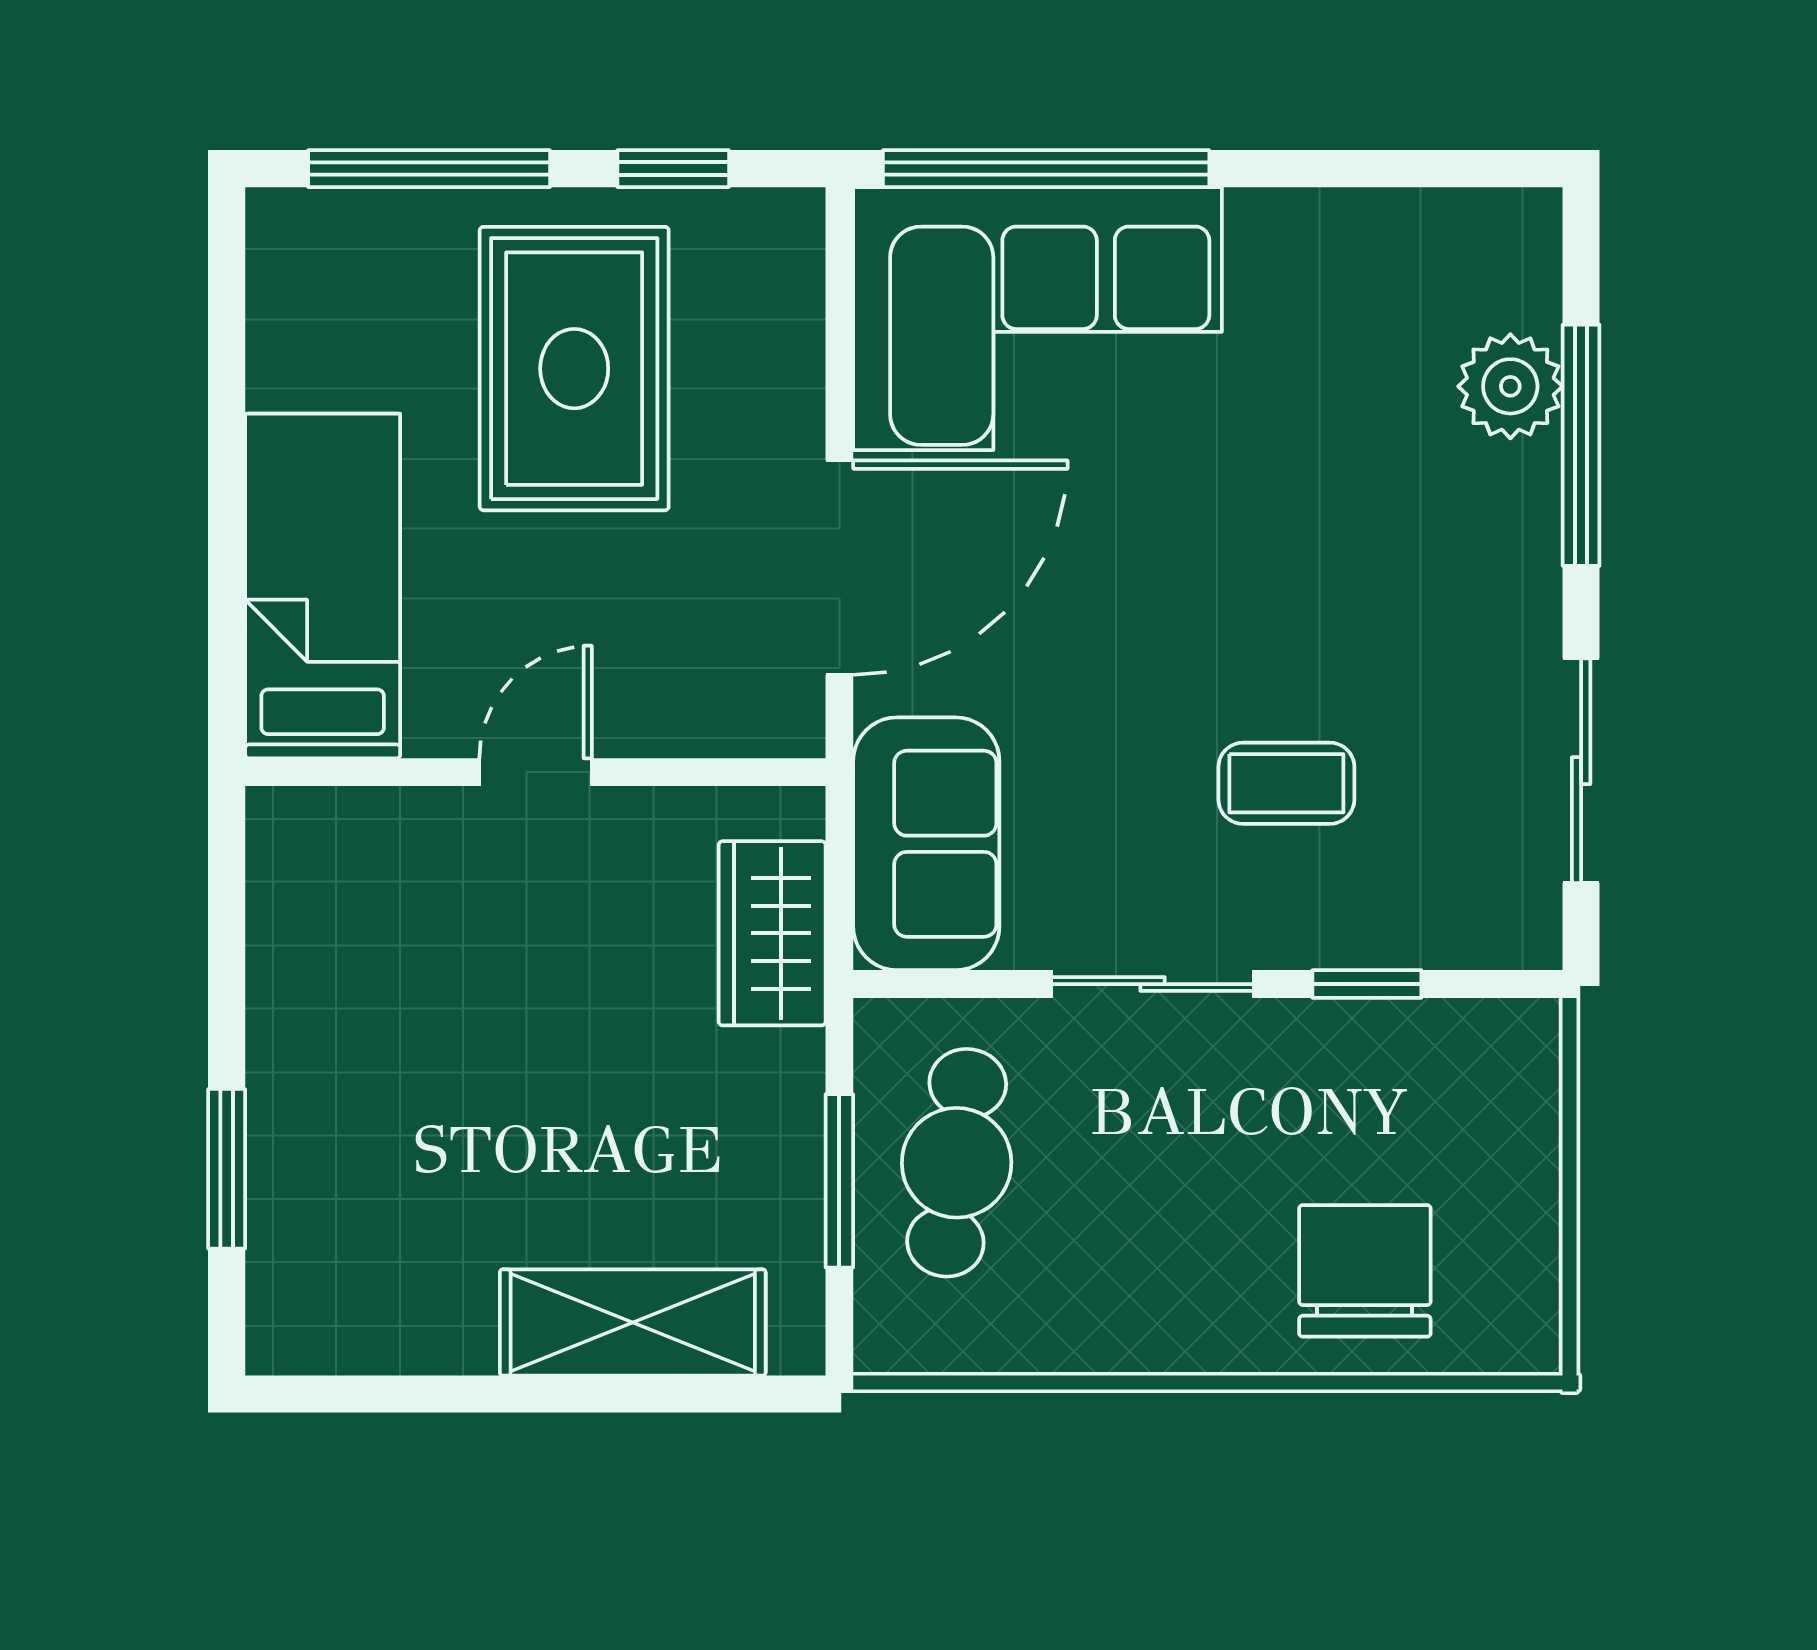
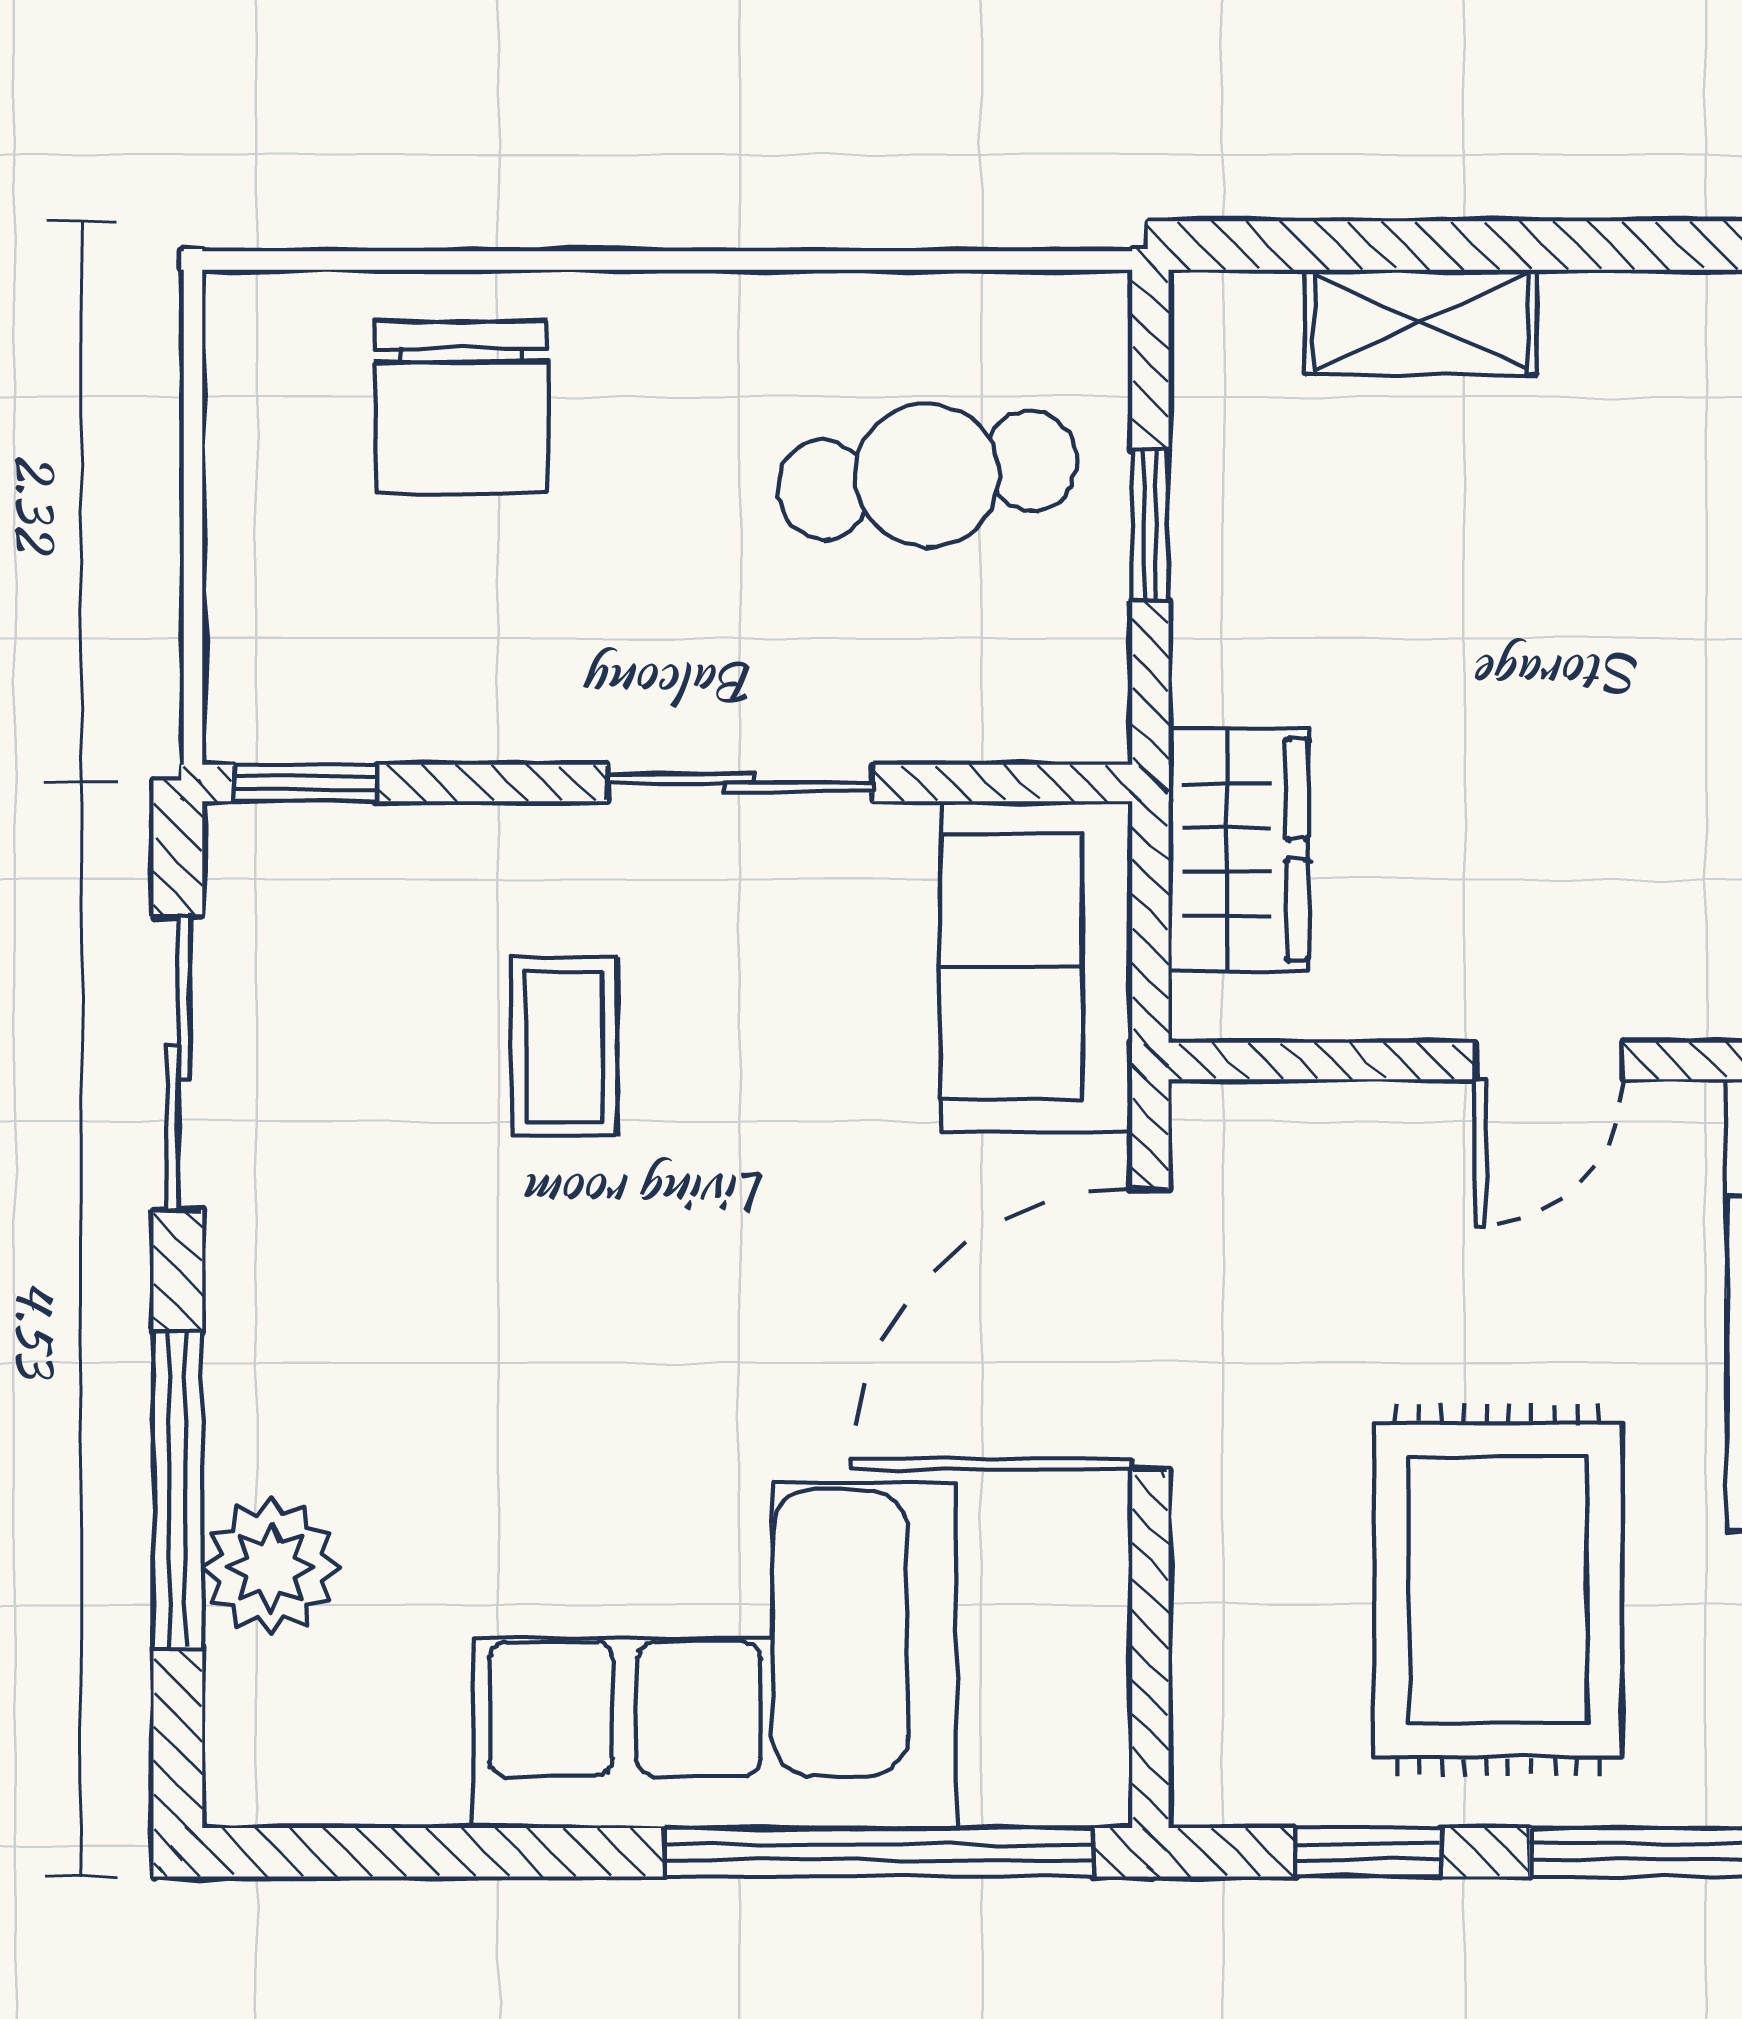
corner sofa: (1038, 319) -> (714, 1656), moved
coffee table: (1286, 783) -> (564, 1046), turned 90
window: (1367, 984) -> (305, 783), moved
cafe table: (957, 1163) -> (927, 475), moved, turned 74
window: (839, 1181) -> (1150, 525), width x0.67
shelving: (633, 1322) -> (1421, 322), width x0.67, depth x0.75

